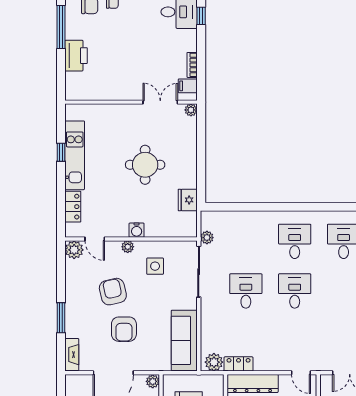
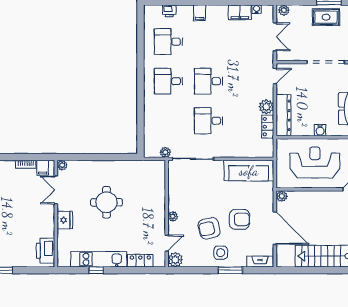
printer: (76, 56) -> (46, 251), moved, turned -90
fridge: (188, 200) -> (65, 220), moved, turned -90
water cooler: (137, 230) -> (159, 209), removed
side table: (155, 266) -> (221, 253), moved
plant: (214, 362) -> (266, 107), moved

